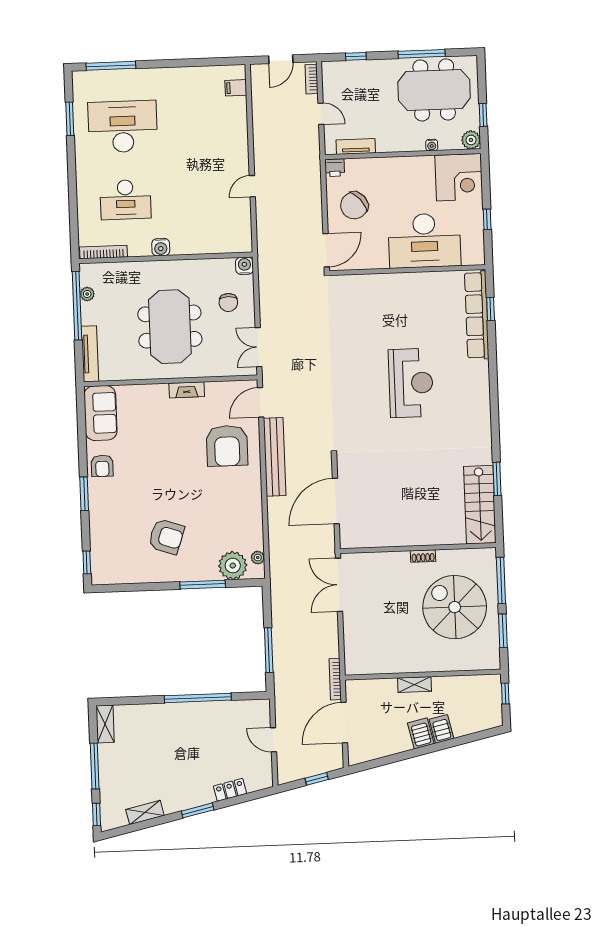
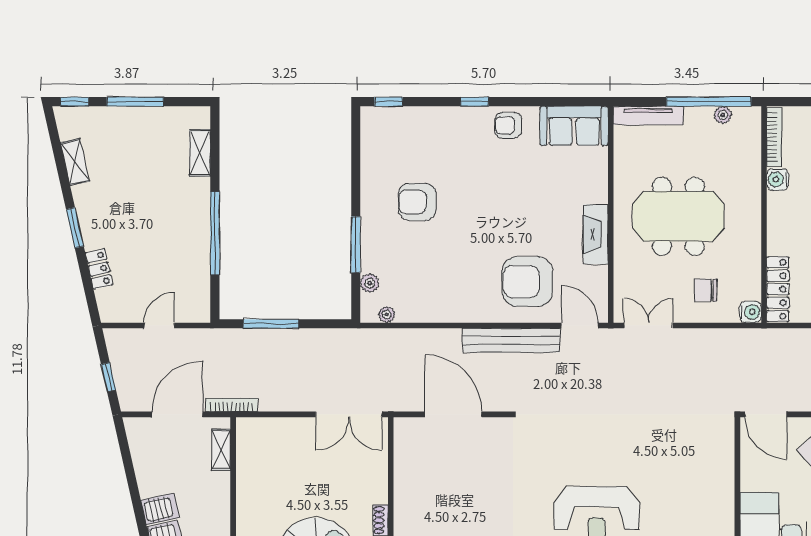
locker: (225, 245) -> (778, 289), added
water cooler: (161, 247) -> (778, 179), moved
fireplace: (187, 390) -> (596, 234), width x1.37, depth x1.32
window: (84, 494) -> (475, 102), width x0.67
armchair: (166, 537) -> (417, 202), turned 71
plant: (233, 566) -> (370, 283), width x0.53, depth x0.53
double door: (339, 585) -> (349, 414), swing flipped
shelving: (415, 685) -> (221, 450), moved
door: (344, 723) -> (177, 414), hinge flipped
shelving: (105, 724) -> (200, 153), moved, turned 90

